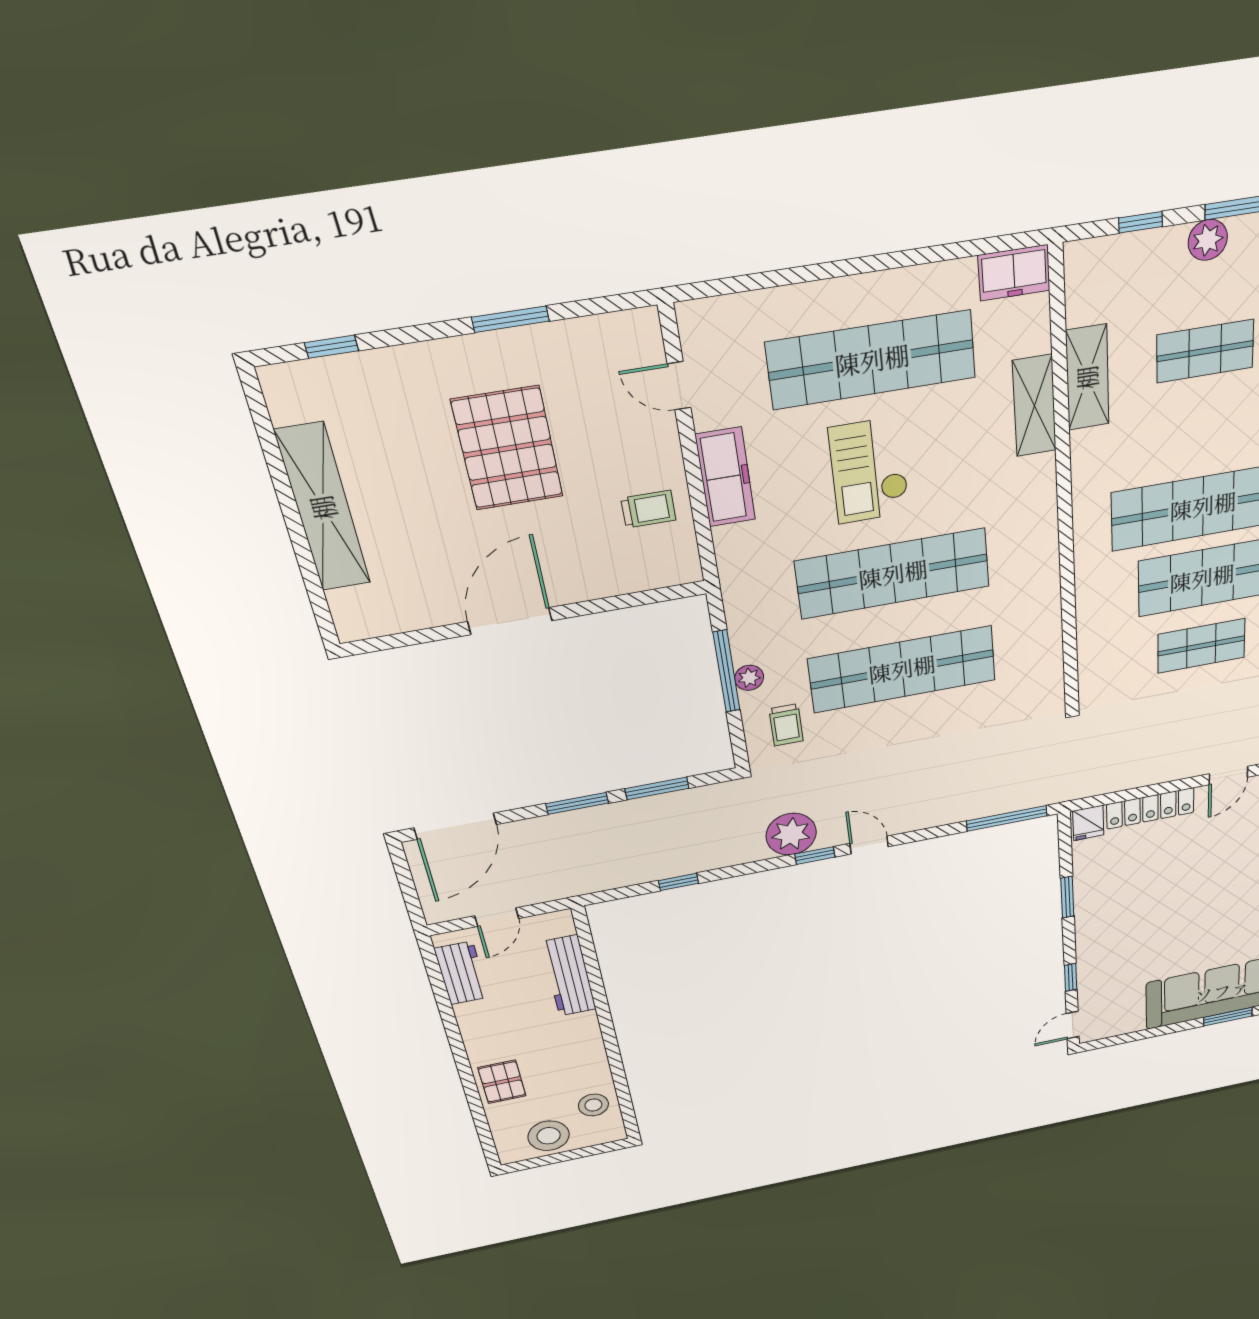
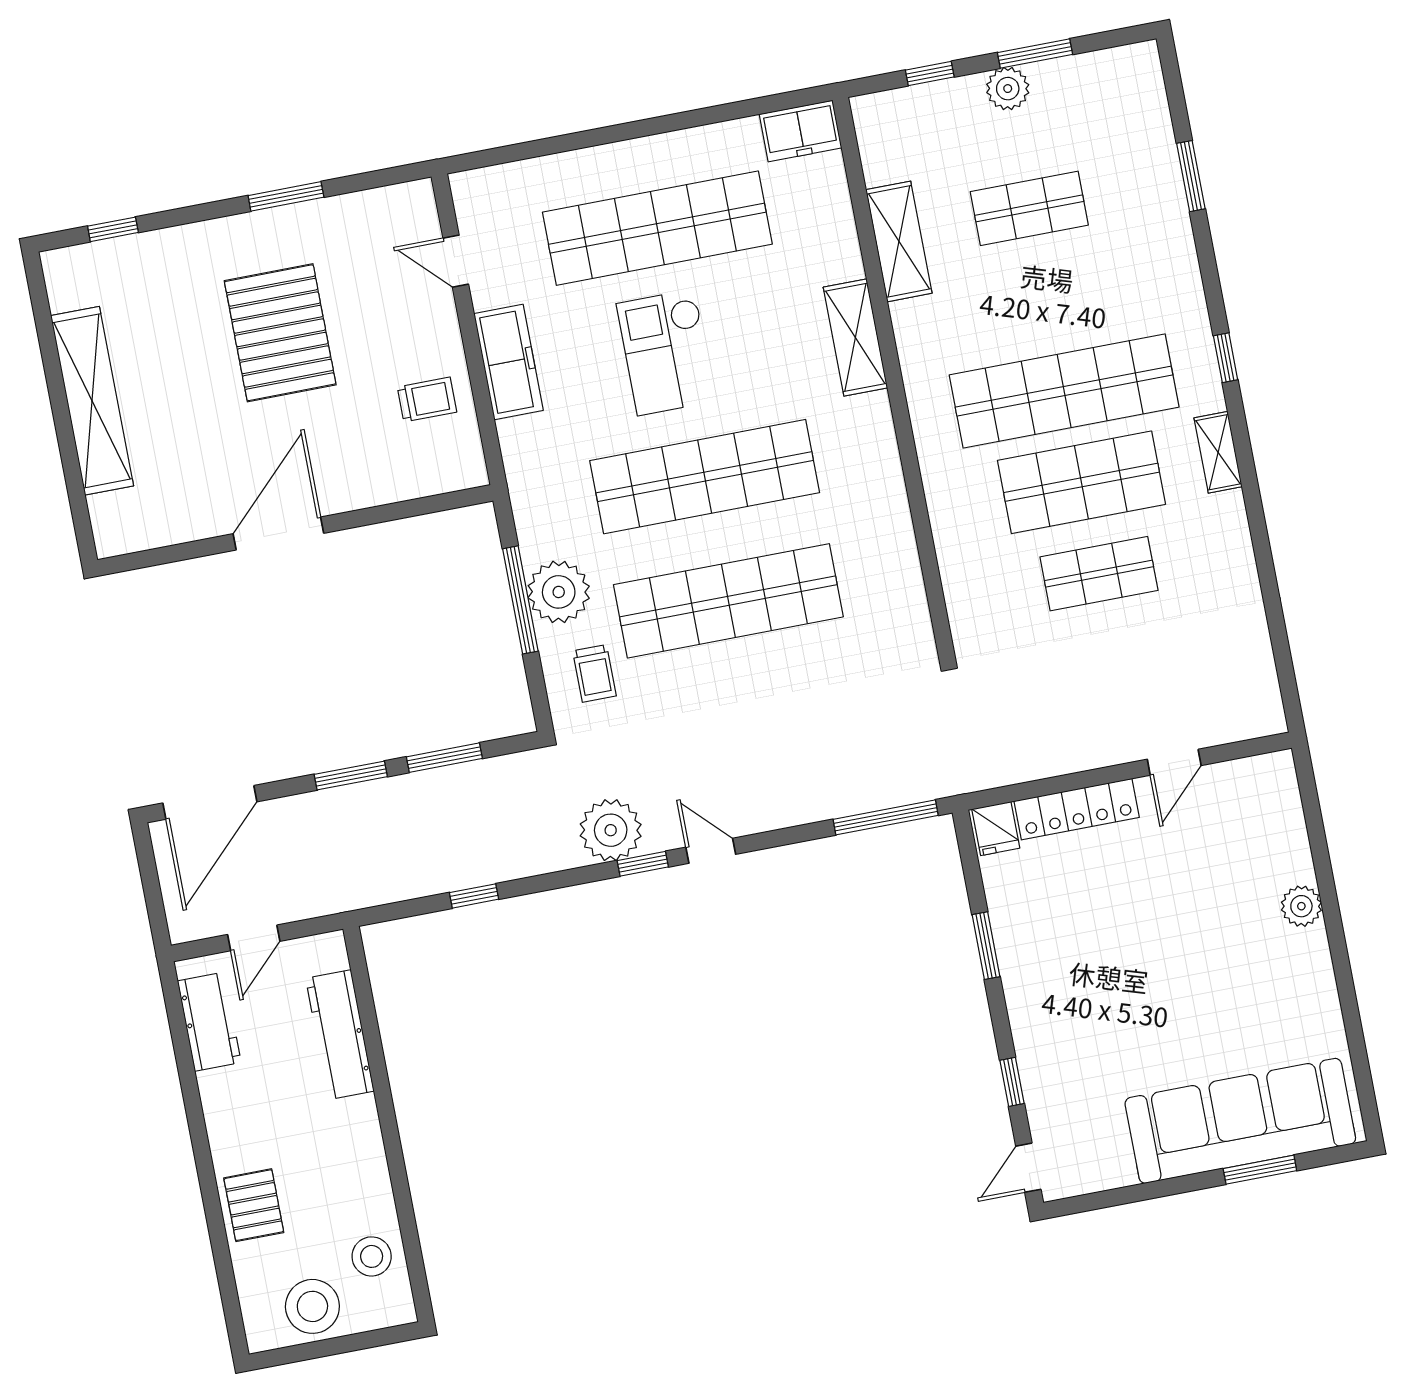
shelving: (1034, 406) -> (855, 337), moved
plant: (749, 678) -> (559, 592), width x1.88, depth x1.88

